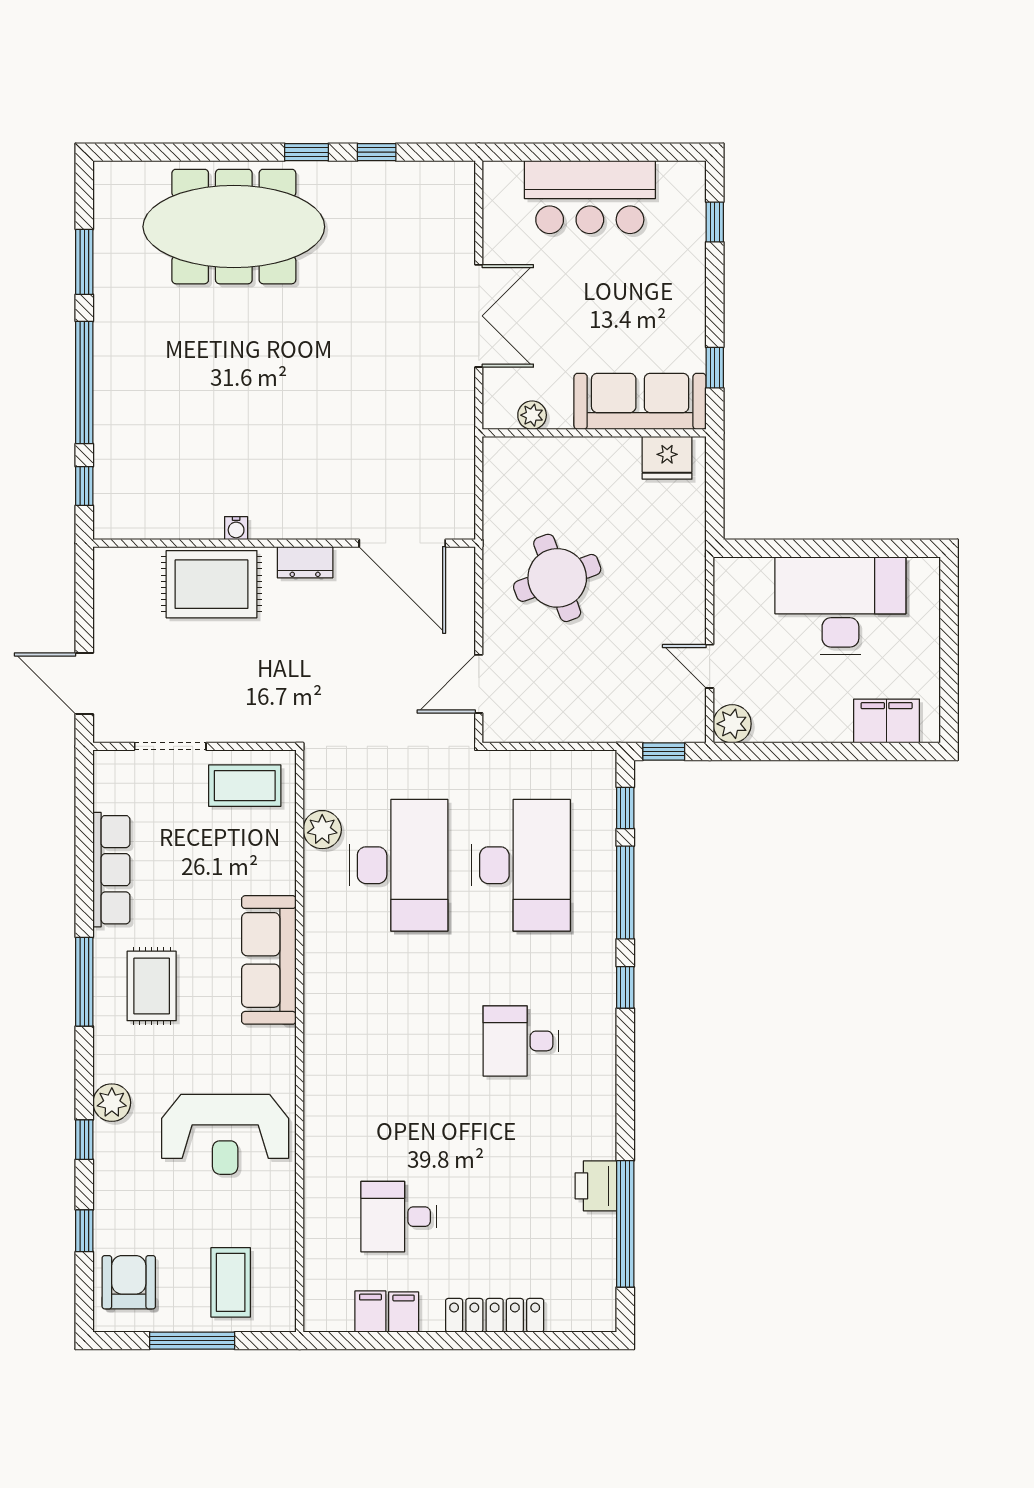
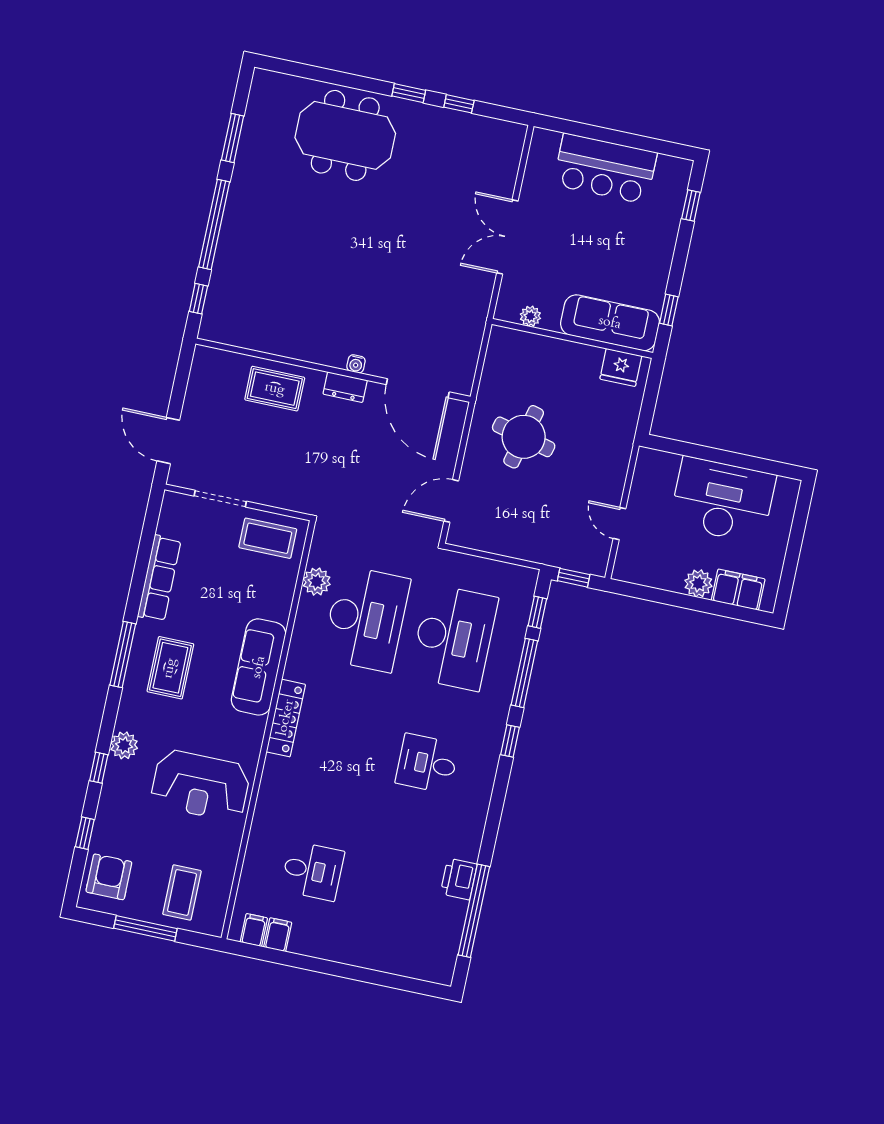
meeting table: (234, 227) -> (345, 135), width x0.73
double door: (479, 316) -> (507, 237), swing flipped
water cooler: (236, 528) -> (356, 364), moved
round table: (557, 578) -> (524, 437), turned 34
rug: (212, 584) -> (275, 389), width x0.73, depth x0.70
plant: (732, 724) -> (698, 583), moved
desk: (399, 1217) -> (313, 871), turned 180
filing cabinet: (404, 1312) -> (254, 930), moved
locker: (495, 1315) -> (286, 718), moved, turned 90

